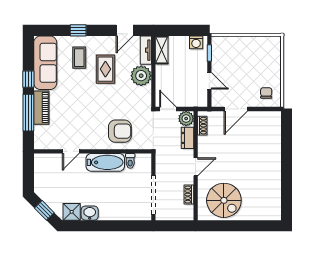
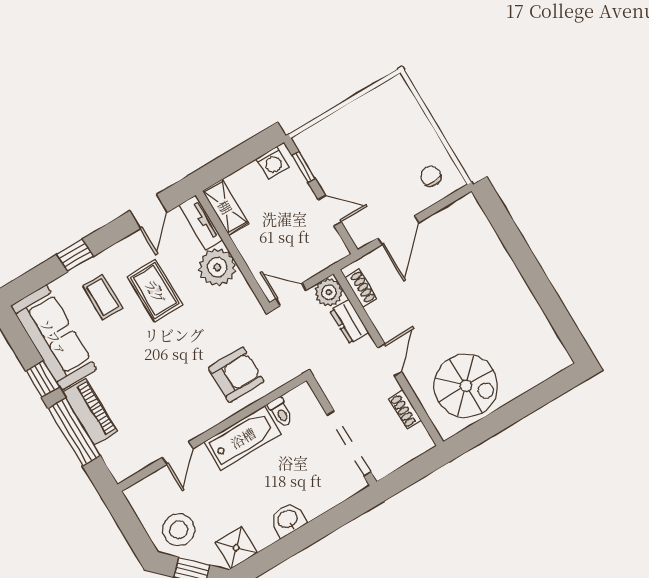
stool: (50, 187) -> (179, 530), added
washbasin: (90, 213) -> (288, 520), moved

